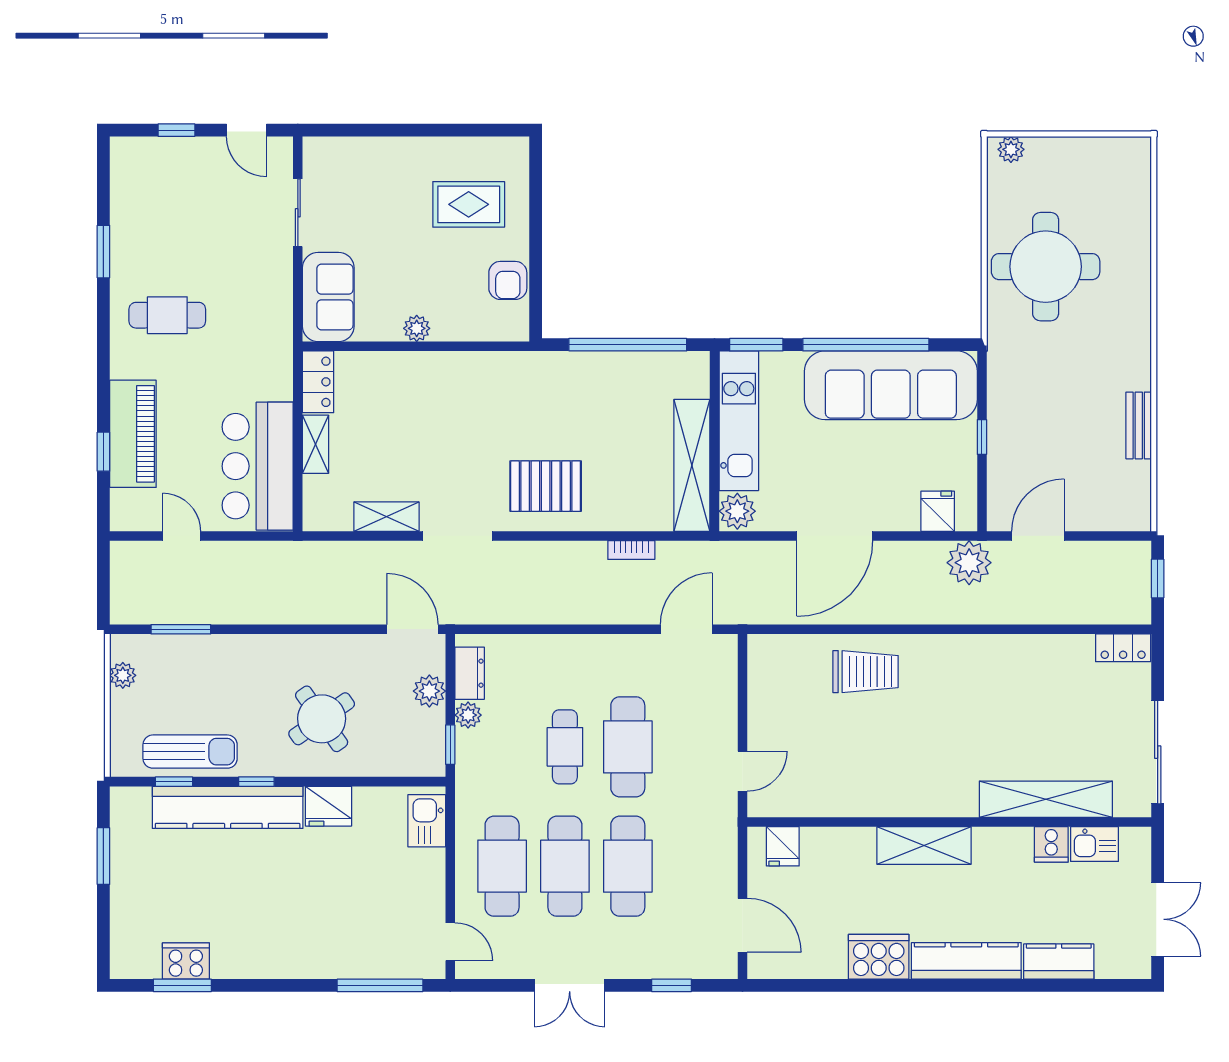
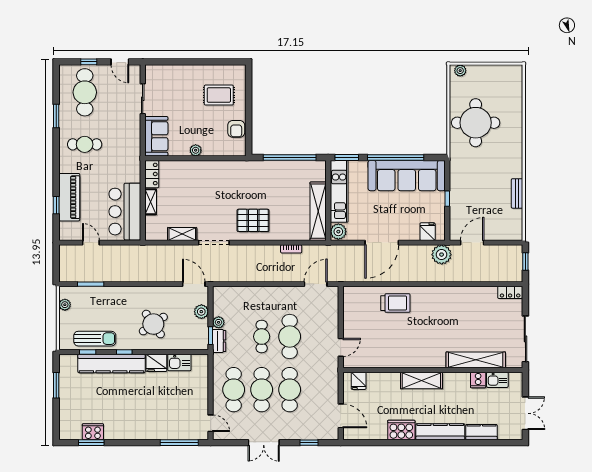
cafe table: (168, 198) -> (85, 92), added
dresser: (470, 673) -> (219, 341), moved
kitchen sink: (427, 821) -> (179, 362), moved, turned -90

